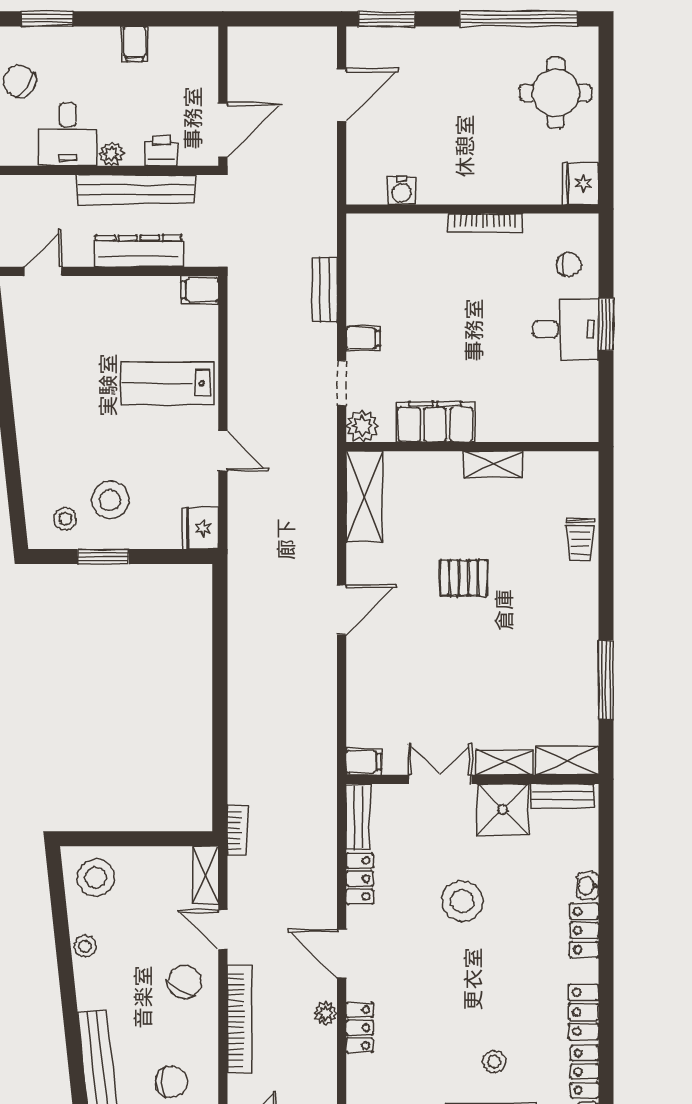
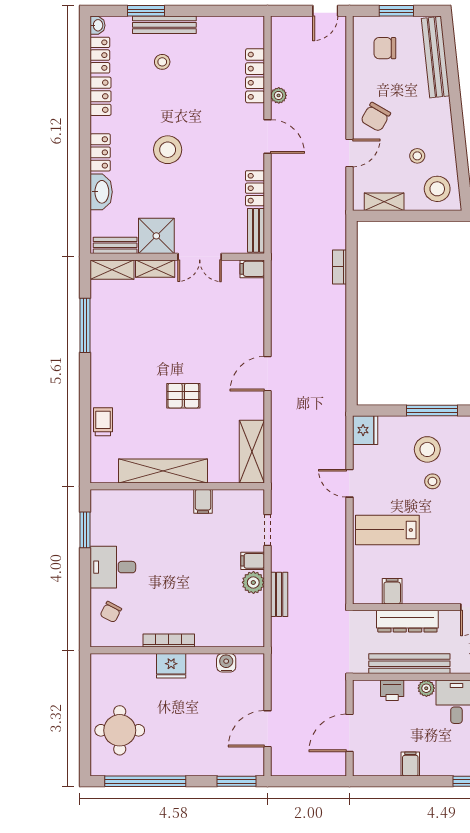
door: (223, 130) -> (349, 733), moved
fridge: (581, 184) -> (171, 666), moved, turned 90
chair: (569, 264) -> (111, 612), turned -62
filing cabinet: (200, 290) -> (392, 591), moved, turned -90
window: (606, 325) -> (85, 530), moved
lab bench: (168, 383) -> (387, 530), turned 180
filing cabinet: (435, 422) -> (203, 501), width x0.33, depth x0.86
plant: (362, 426) -> (253, 582), moved
shelving: (493, 464) -> (163, 471), width x2.20, depth x1.33
stool: (65, 519) -> (432, 481), moved
window: (103, 557) -> (432, 410), width x1.44
bookcase: (237, 830) -> (340, 267), moved
shelving: (205, 875) -> (384, 202), moved, turned 90
washbasin: (588, 886) -> (101, 192), width x1.91, depth x1.45
stool: (462, 901) -> (168, 150), moved
door: (223, 930) -> (349, 153), hinge flipped
stool: (85, 946) -> (417, 156), moved
bookcase: (239, 1019) -> (338, 91), removed
locker: (360, 1028) -> (255, 76), width x1.53

